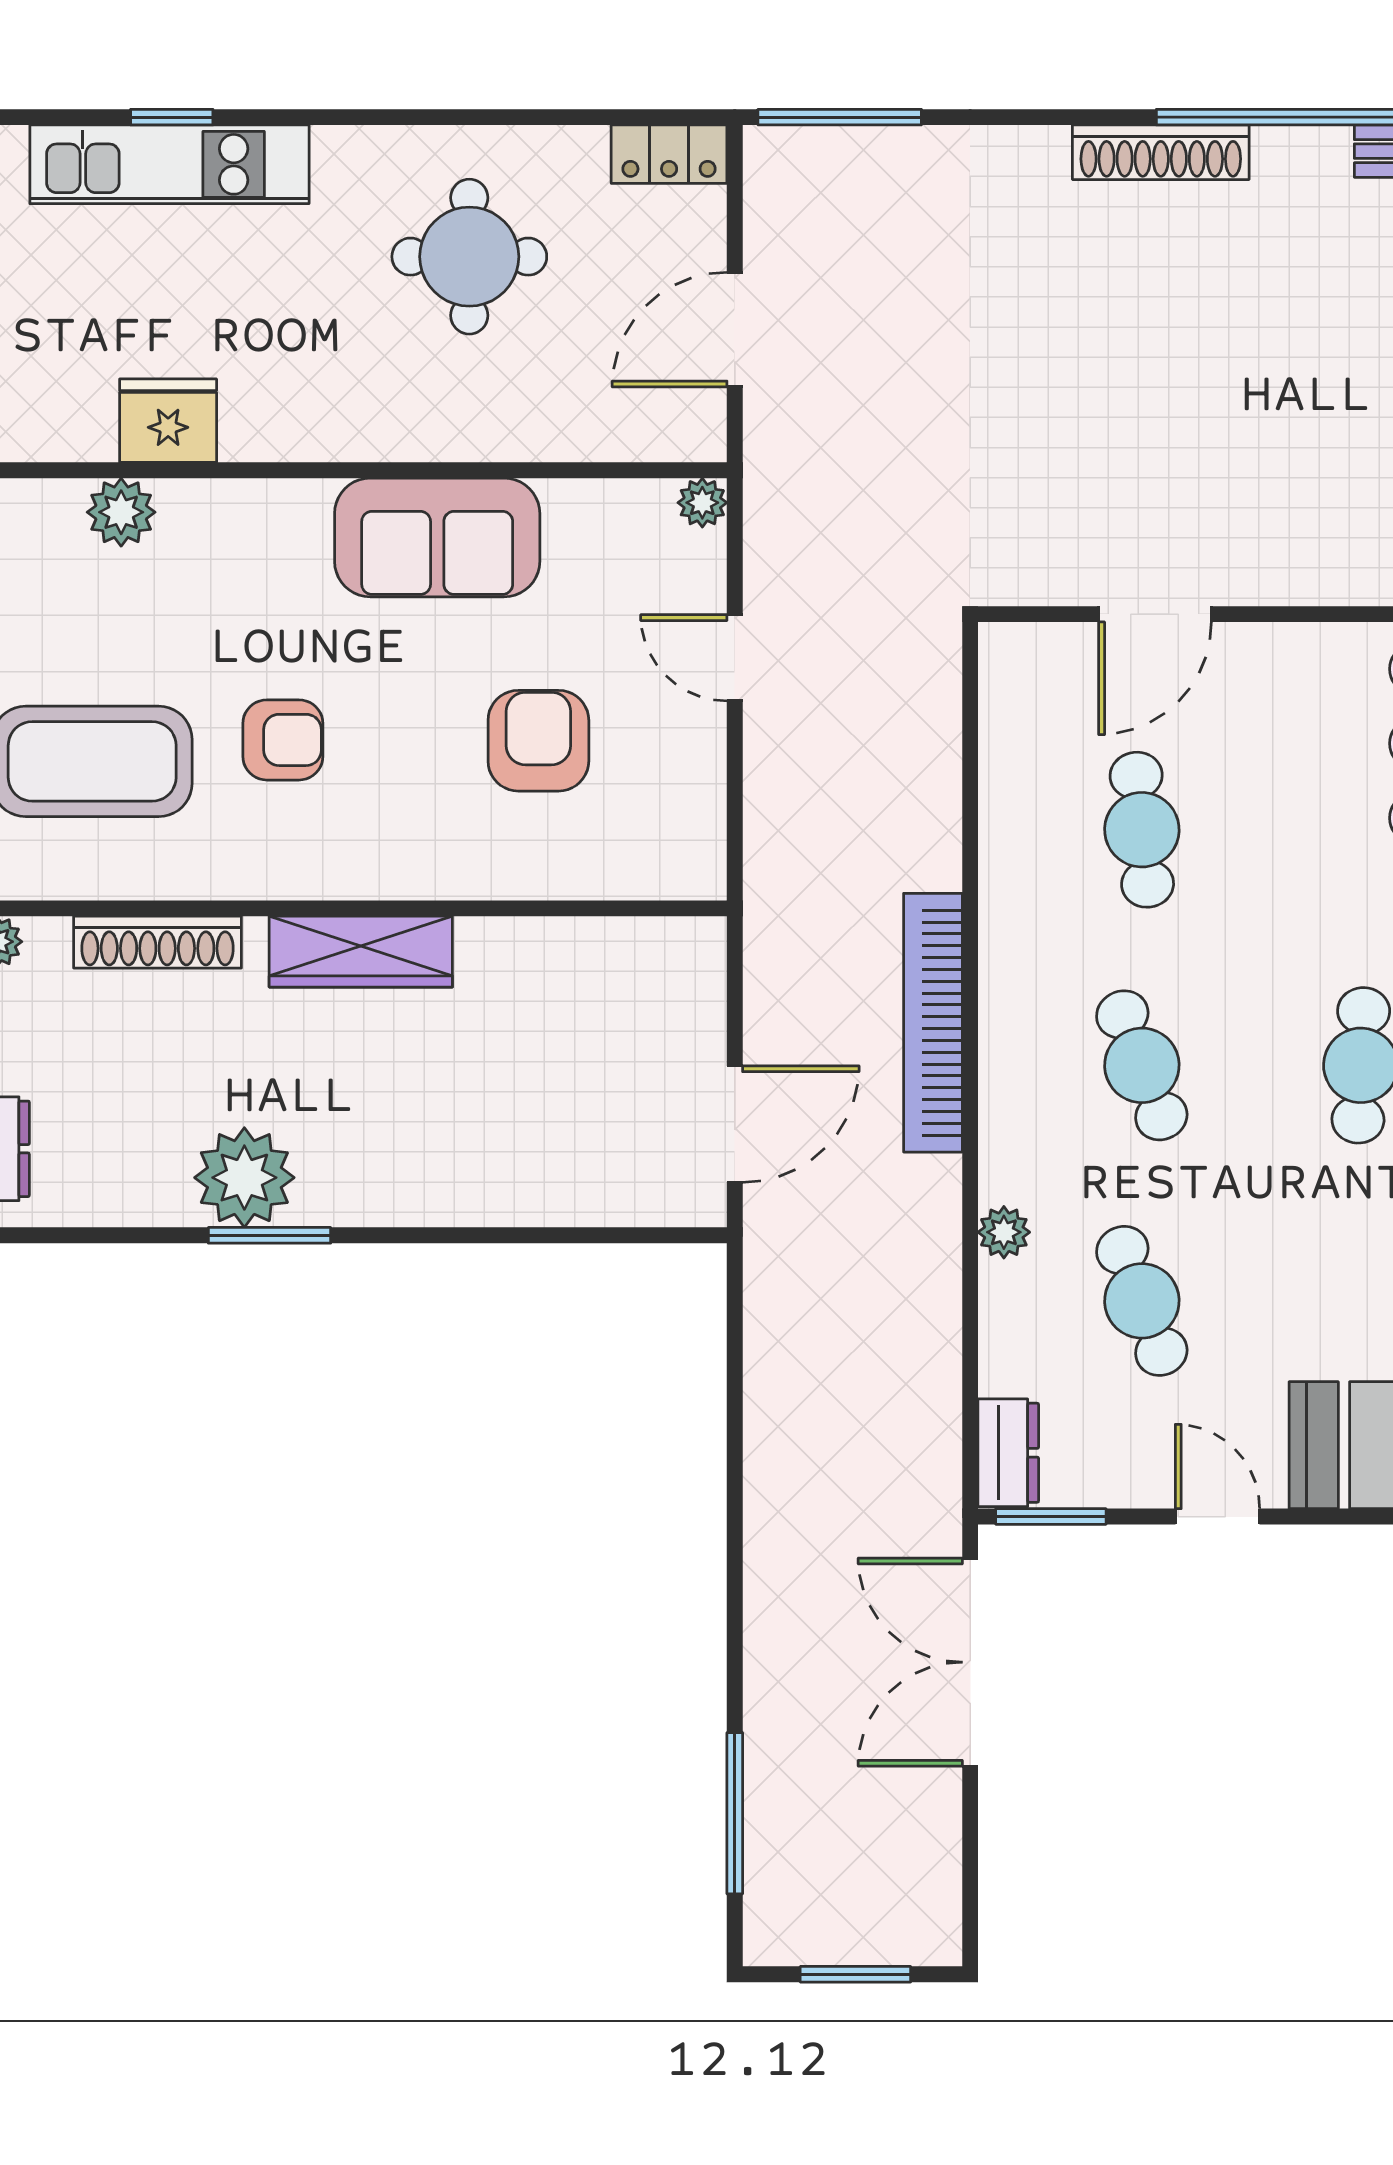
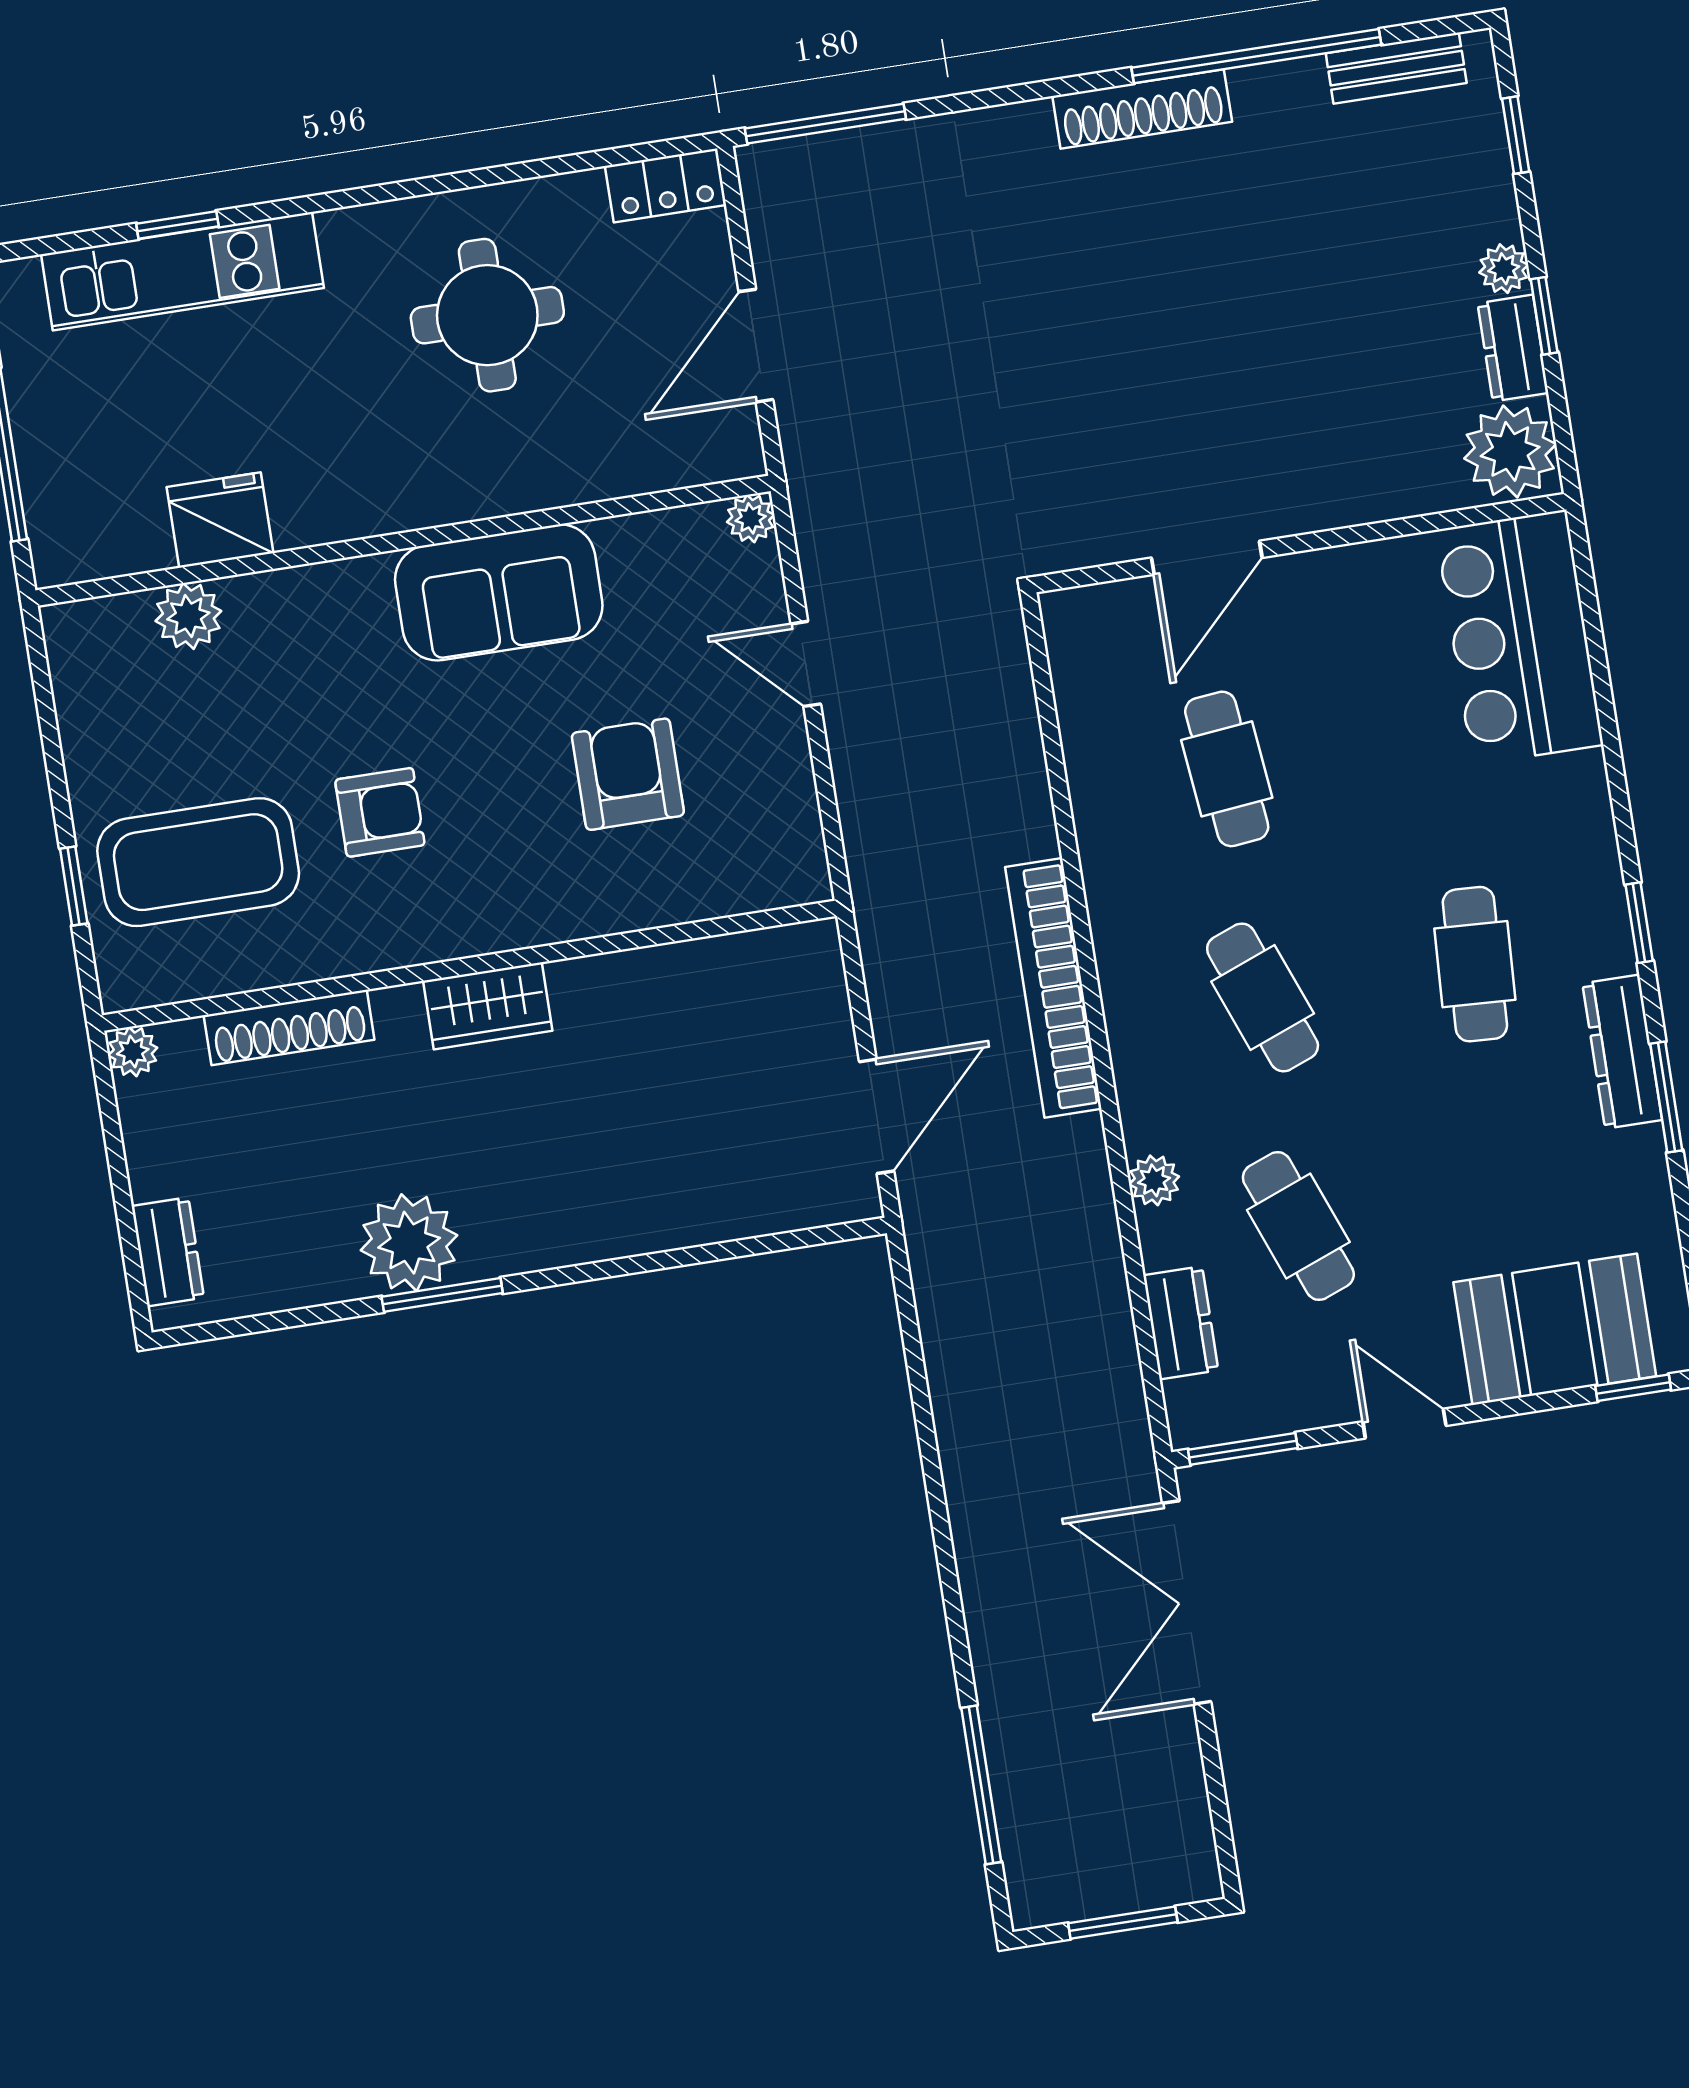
wardrobe: (361, 952) -> (488, 1006), width x0.67
dresser: (1008, 1453) -> (1181, 1323), moved

